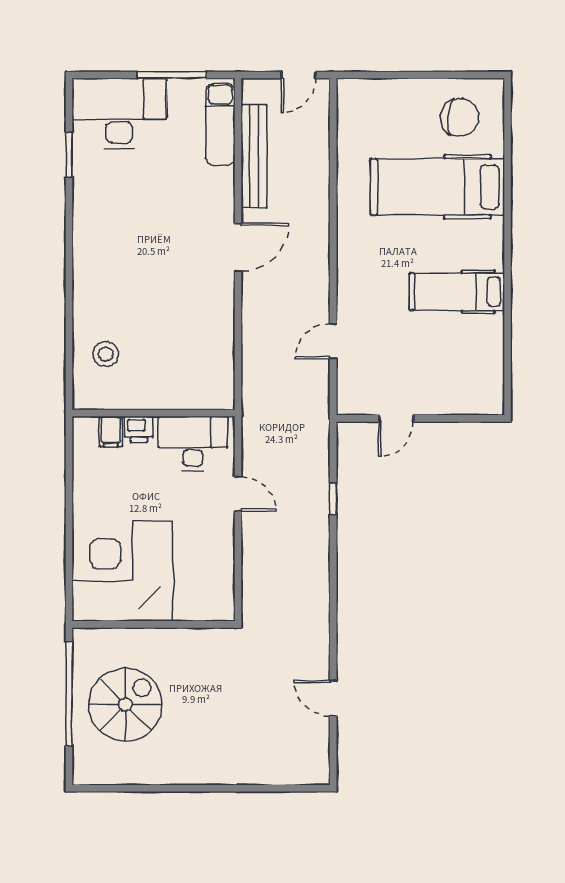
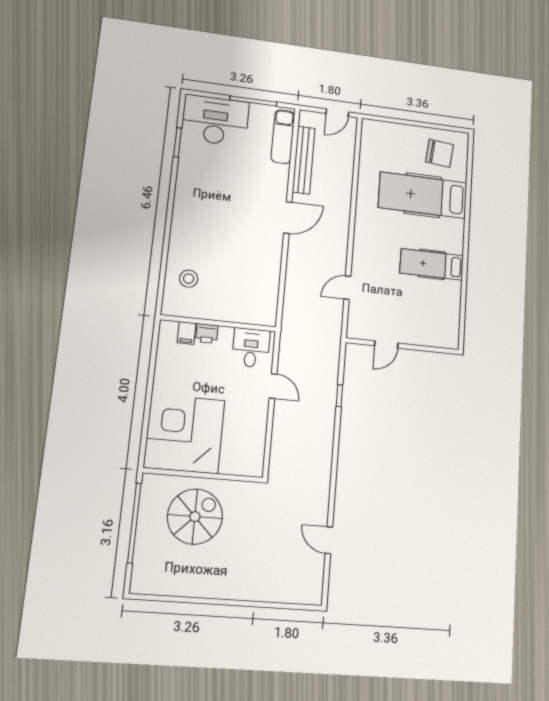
desk: (193, 443) -> (251, 348), width x0.73
spiral stairs: (125, 705) -> (195, 517), moved

